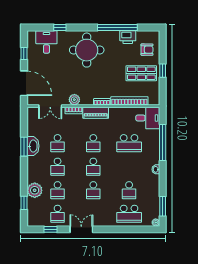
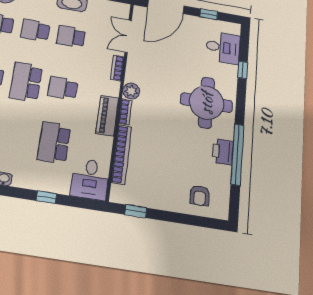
printer: (128, 37) -> (223, 152), moved
window: (163, 71) -> (136, 211), moved
shop shelf: (141, 73) -> (163, 180), removed
plant: (74, 100) -> (131, 91), moved
piano: (96, 113) -> (107, 116), moved
window: (163, 143) -> (46, 197), width x0.32
school desk: (93, 167) -> (26, 82), width x1.85

